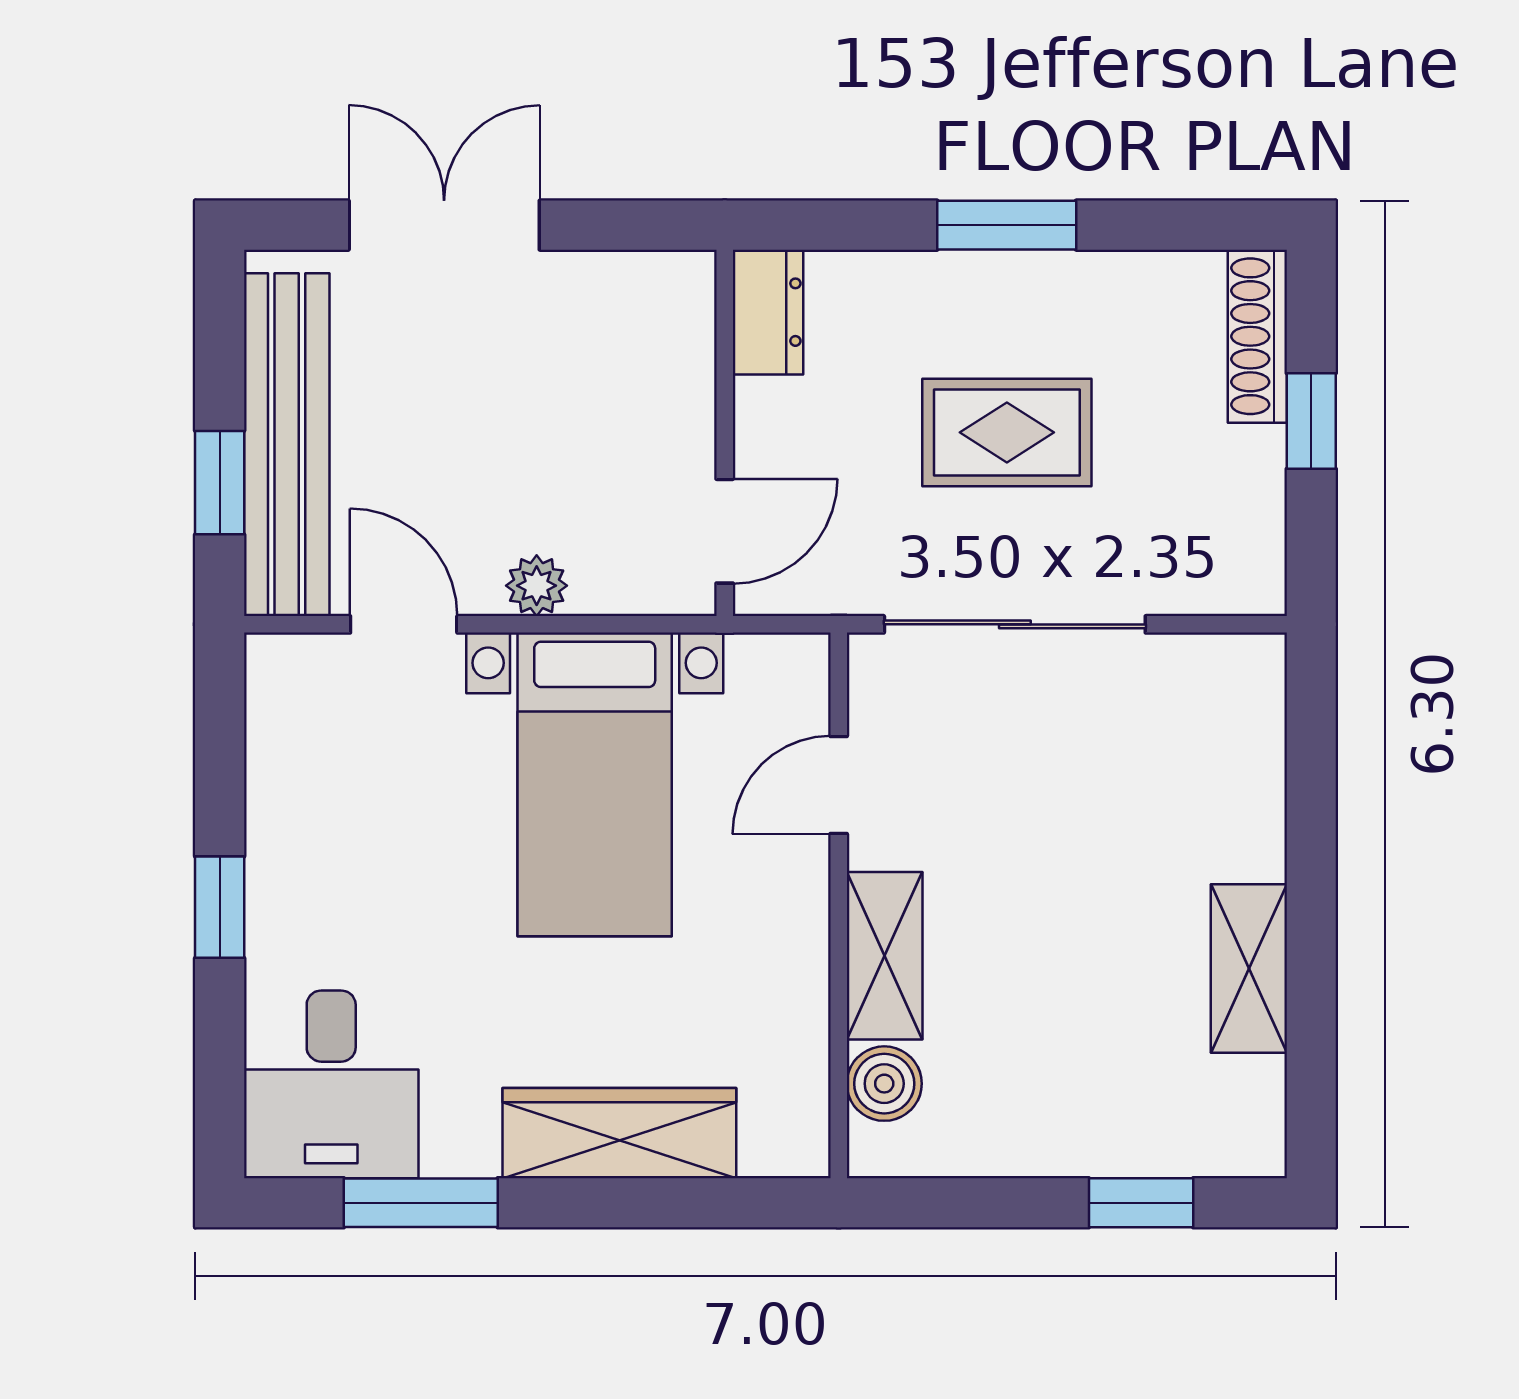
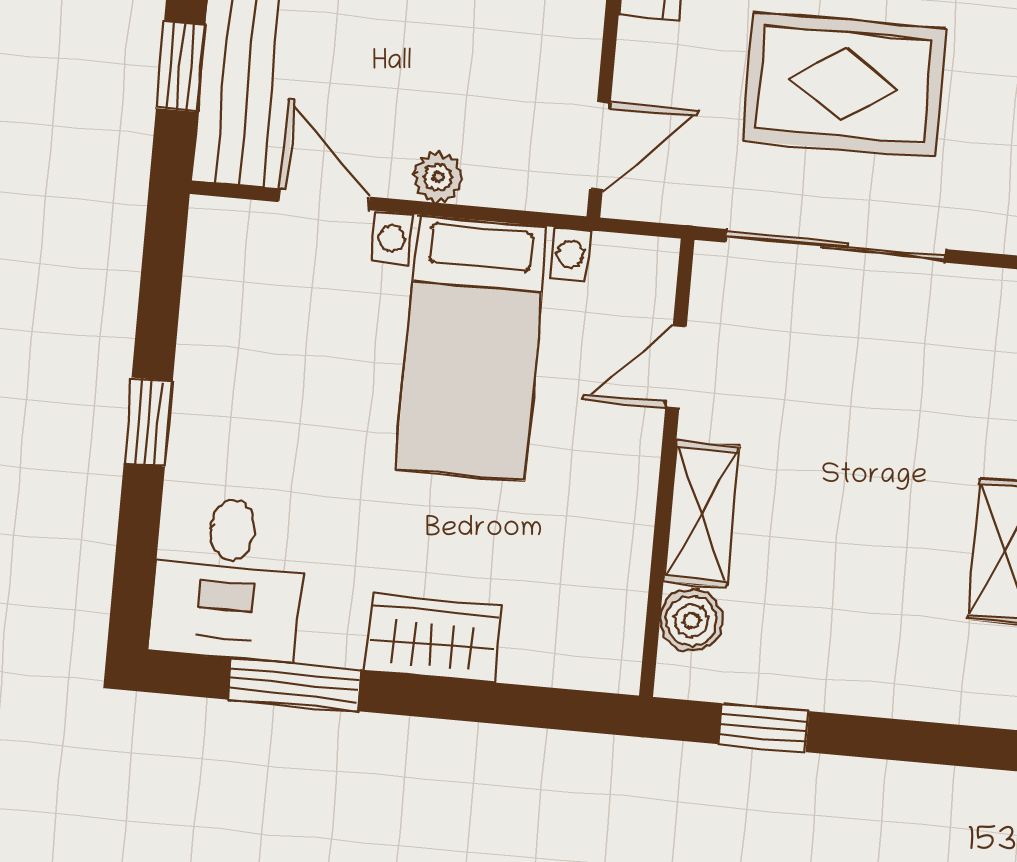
rug: (1007, 432) -> (844, 85), width x1.36, depth x1.43
wardrobe: (619, 1133) -> (433, 639), width x0.67
window: (1141, 1203) -> (763, 728), moved

